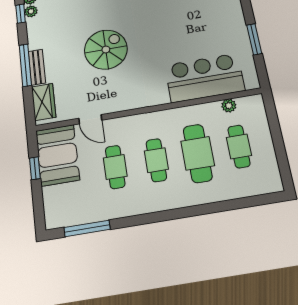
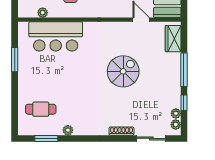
window: (21, 14) -> (184, 103), moved
spiral stairs: (106, 50) -> (123, 71), turned 180
bench: (37, 67) -> (176, 67), removed

